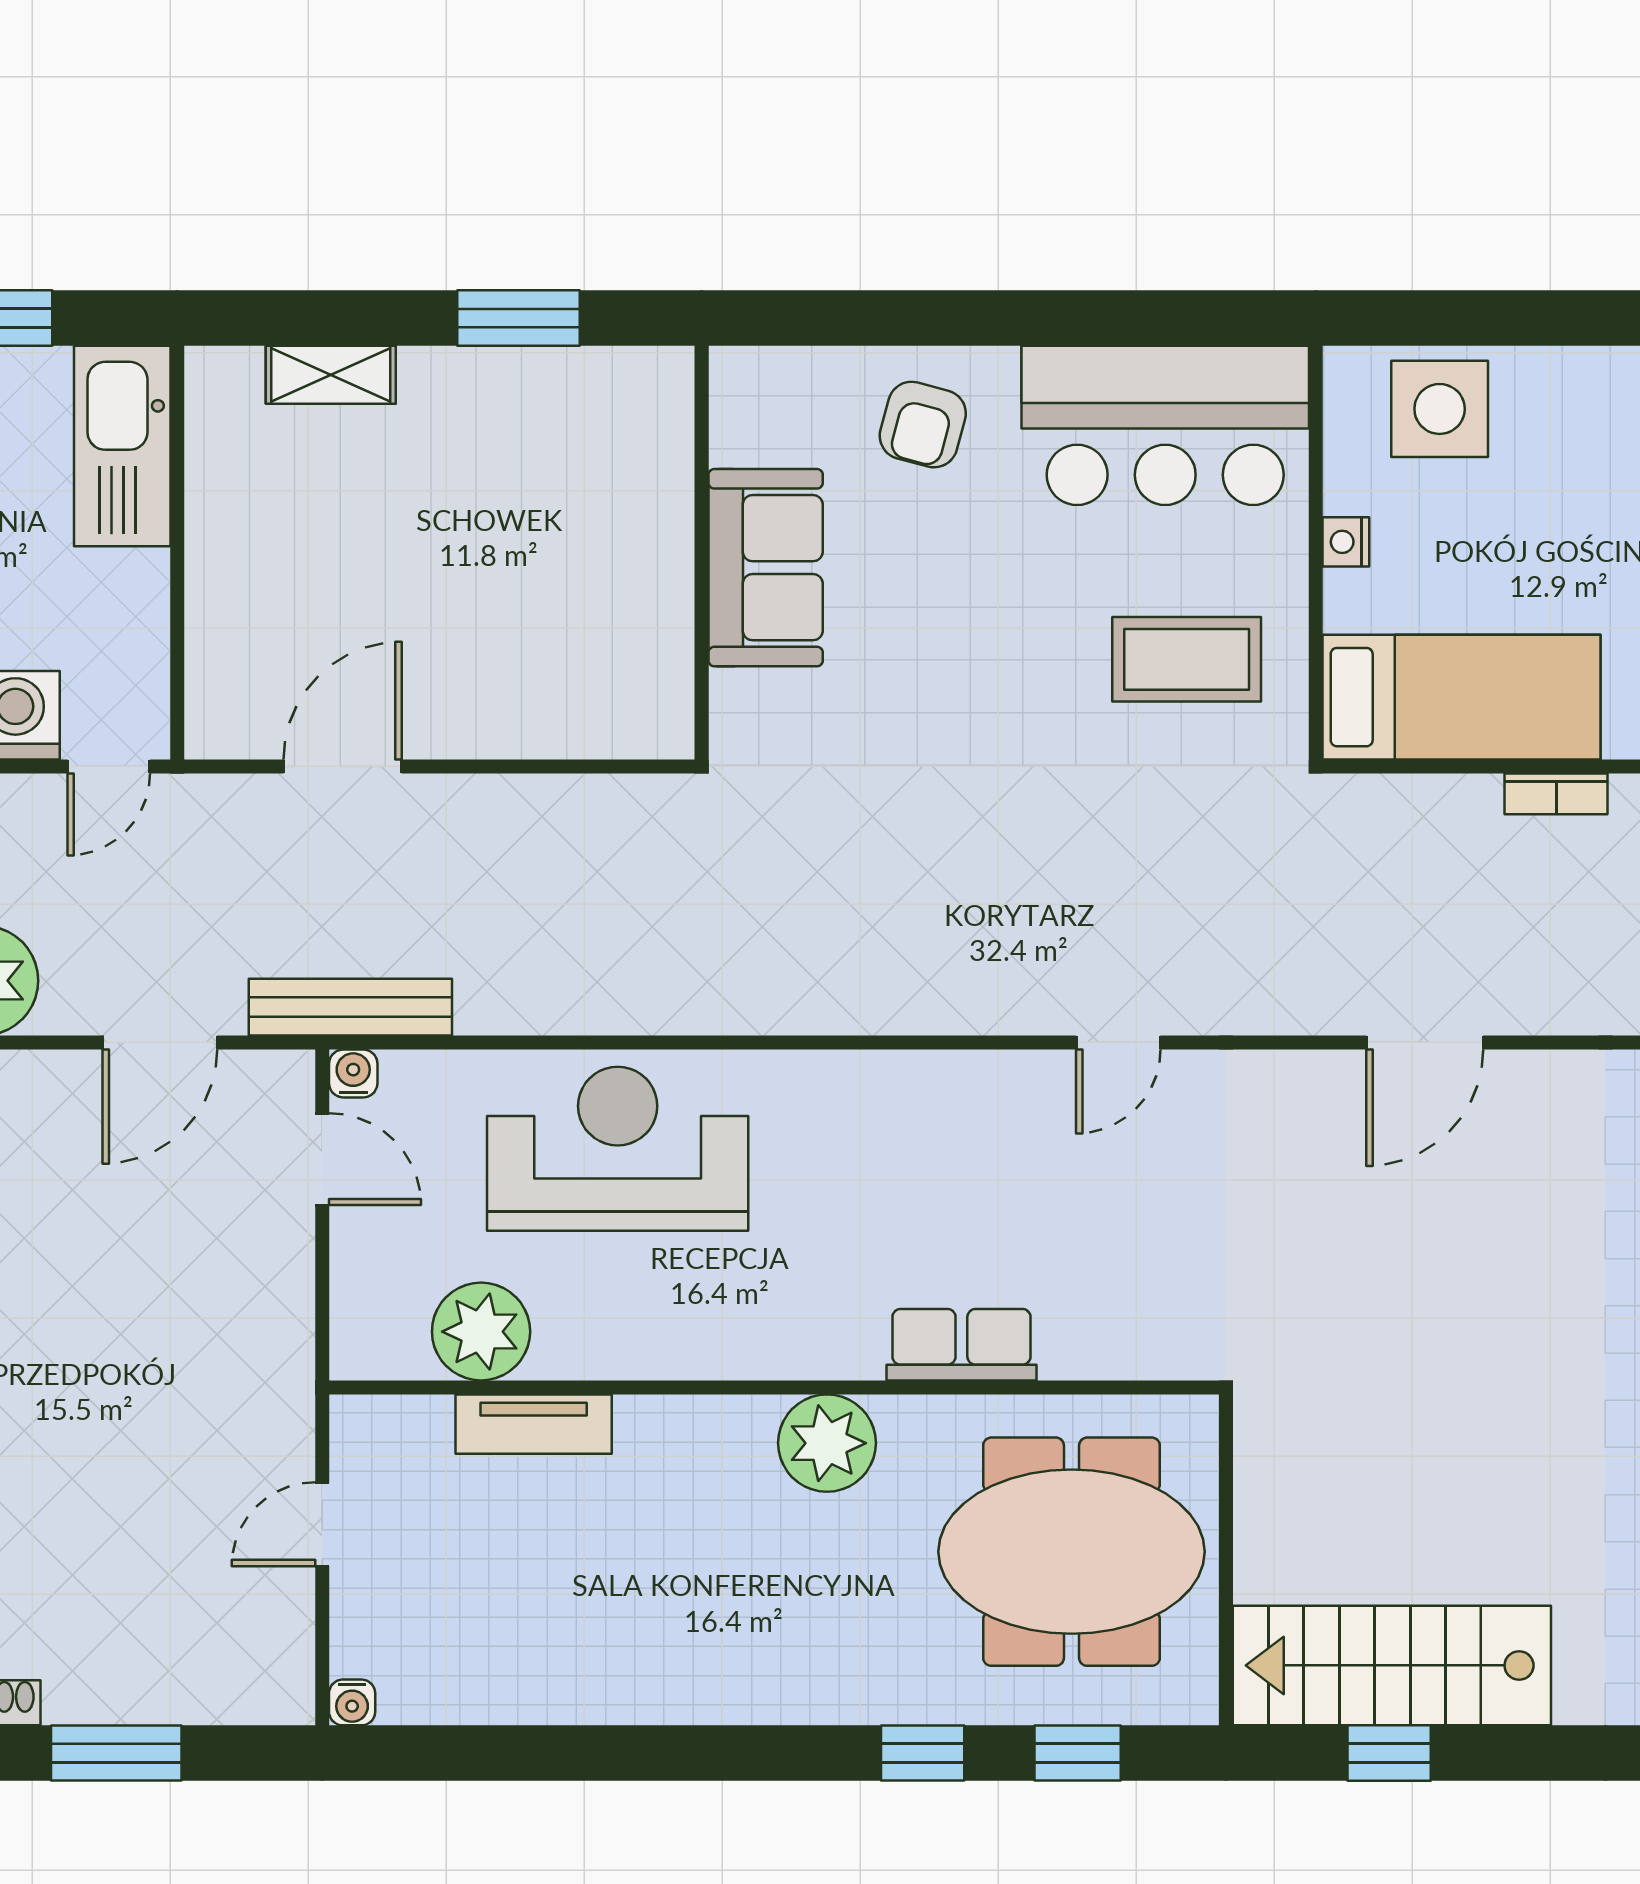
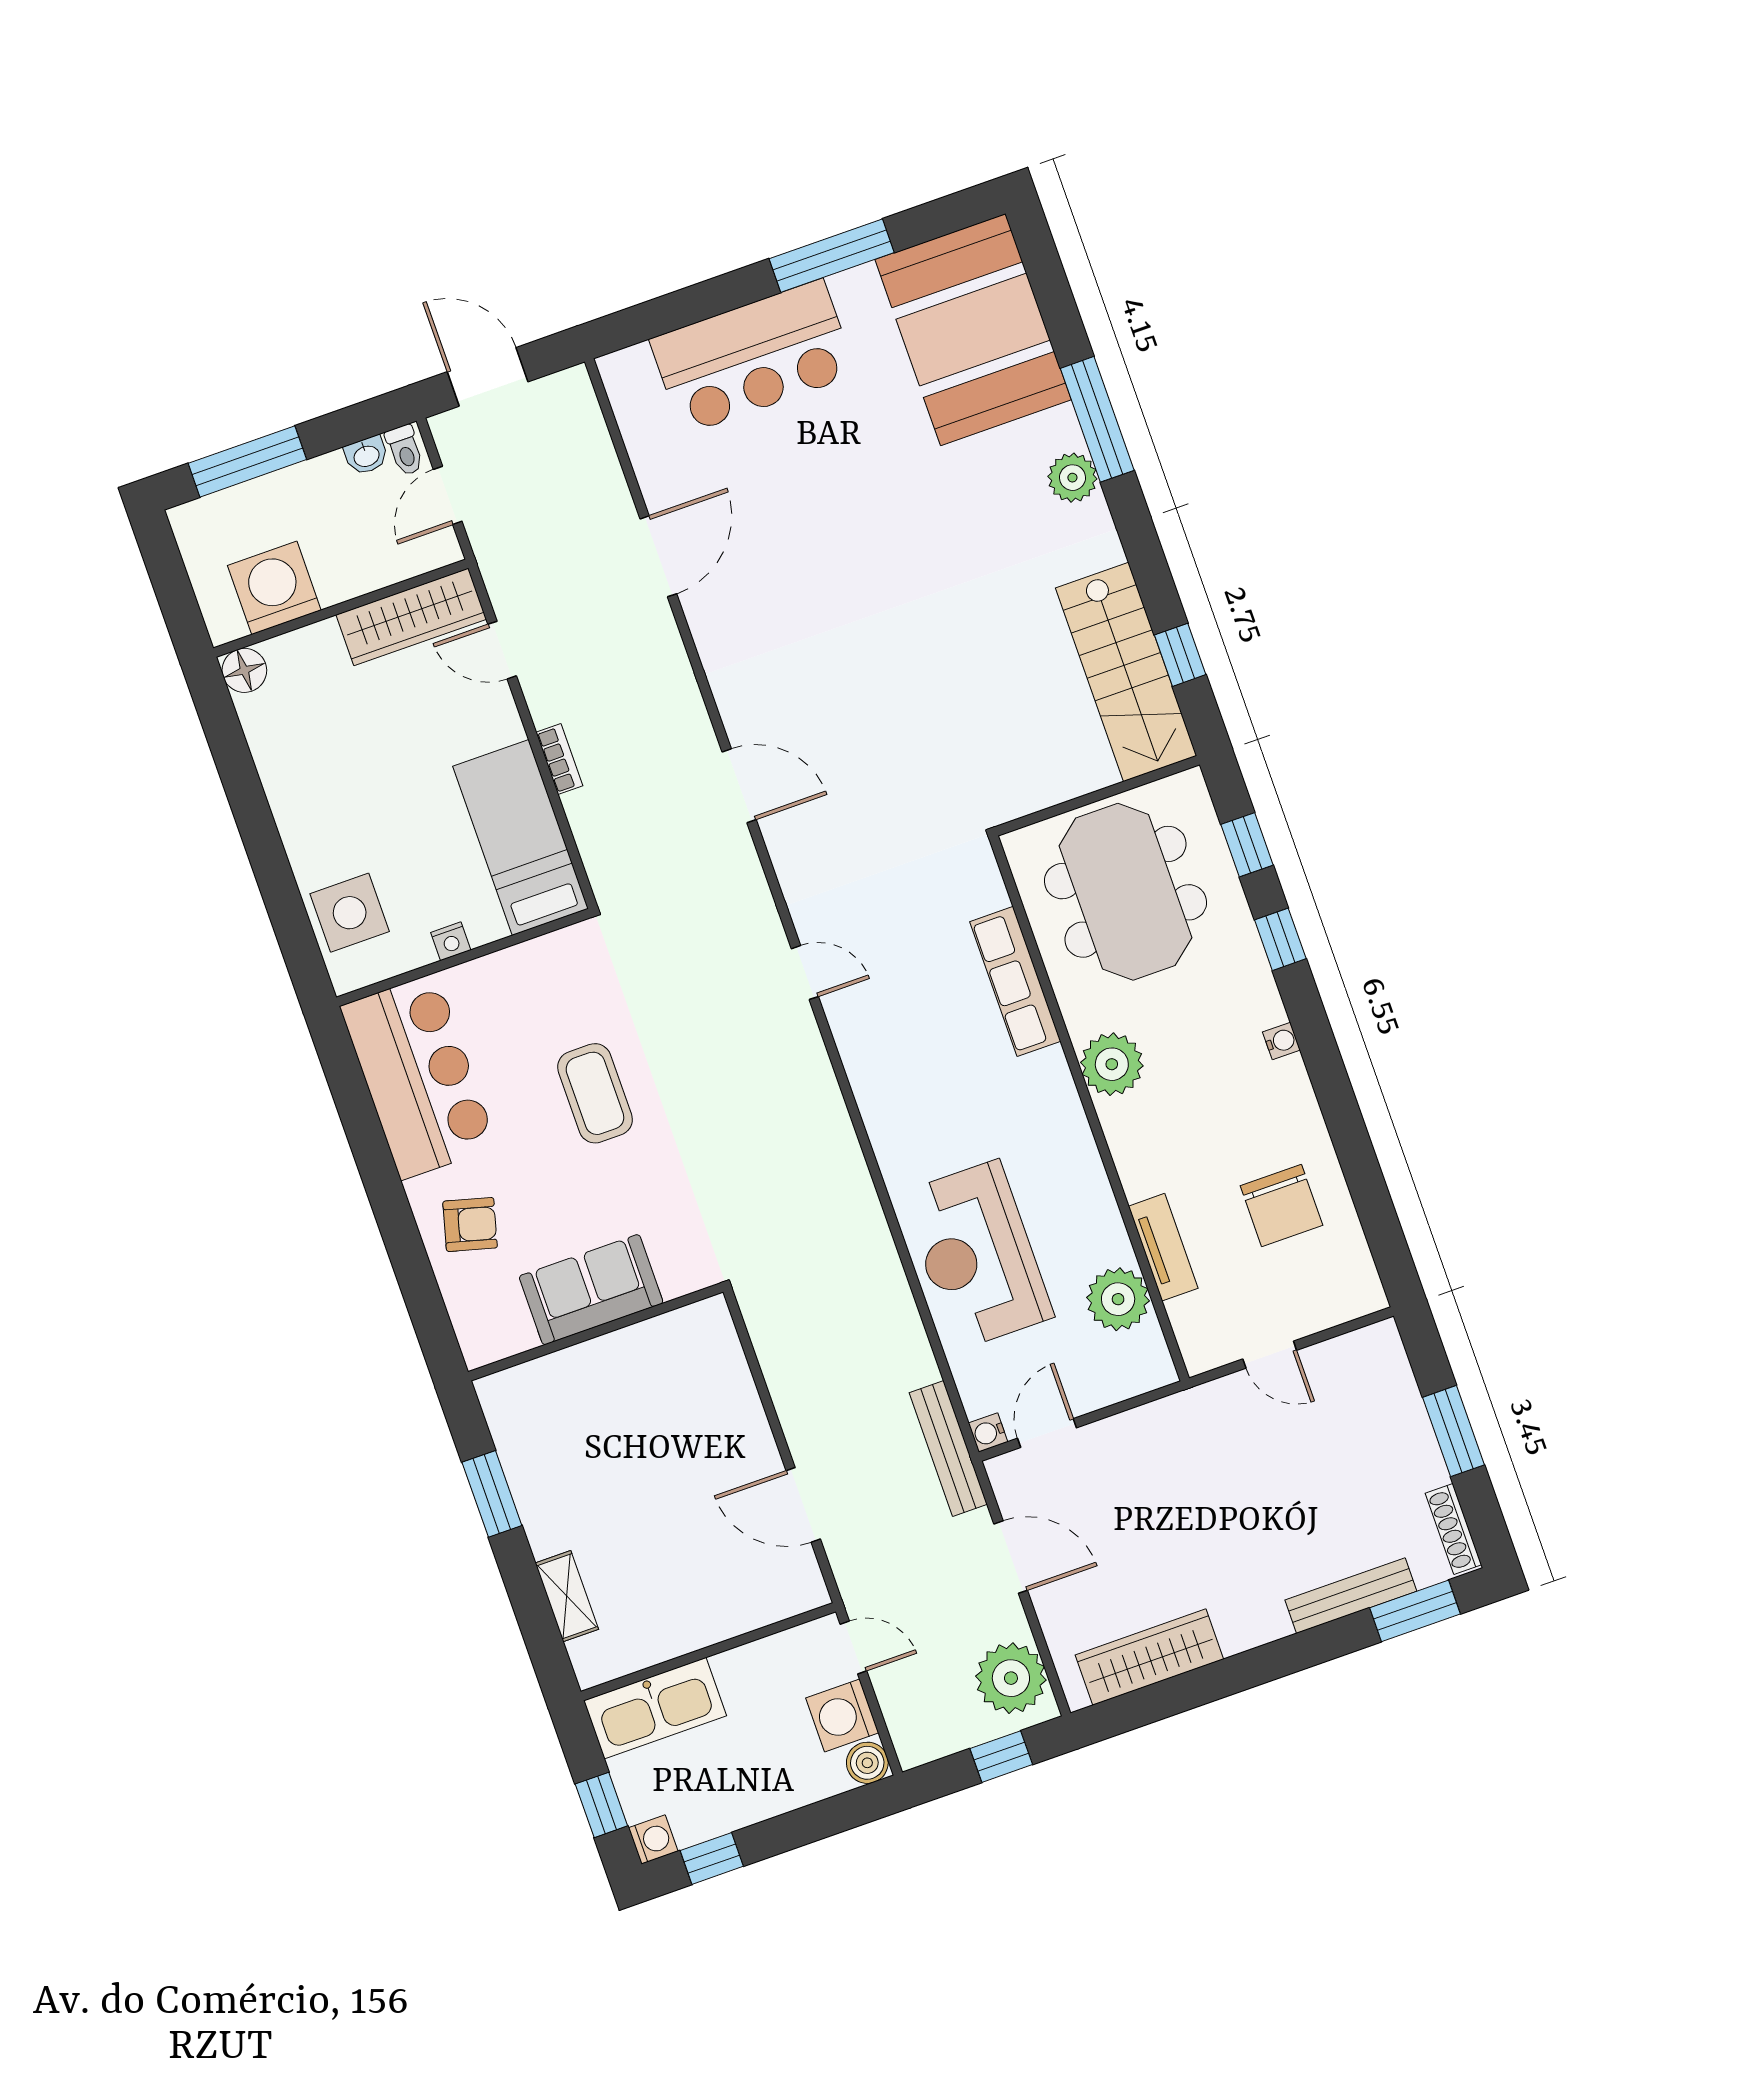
coffee table: (1187, 659) -> (595, 1093), moved
row of seats: (961, 1345) -> (1015, 981), width x1.48
chair: (534, 1618) -> (1282, 1205), added
water cooler: (352, 1702) -> (1281, 1041), moved

